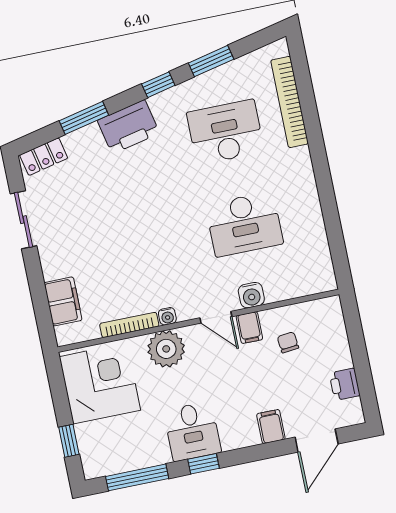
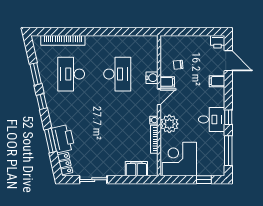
printer: (128, 127) -> (63, 139), moved
printer: (345, 384) -> (218, 42), moved

